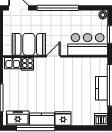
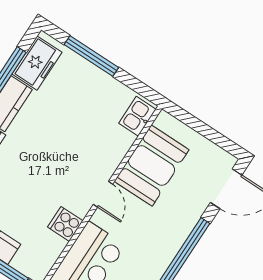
cooker: (27, 64) -> (65, 224), moved

